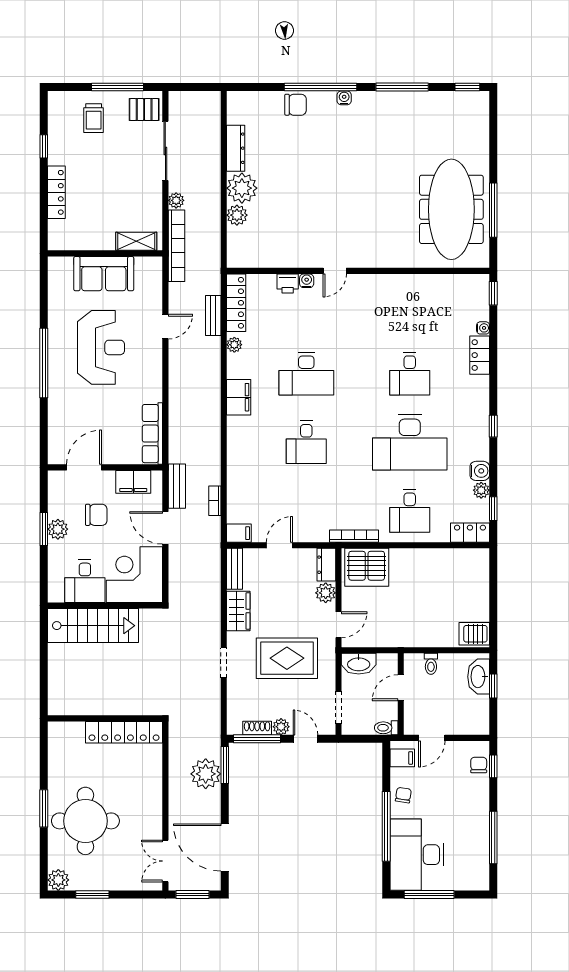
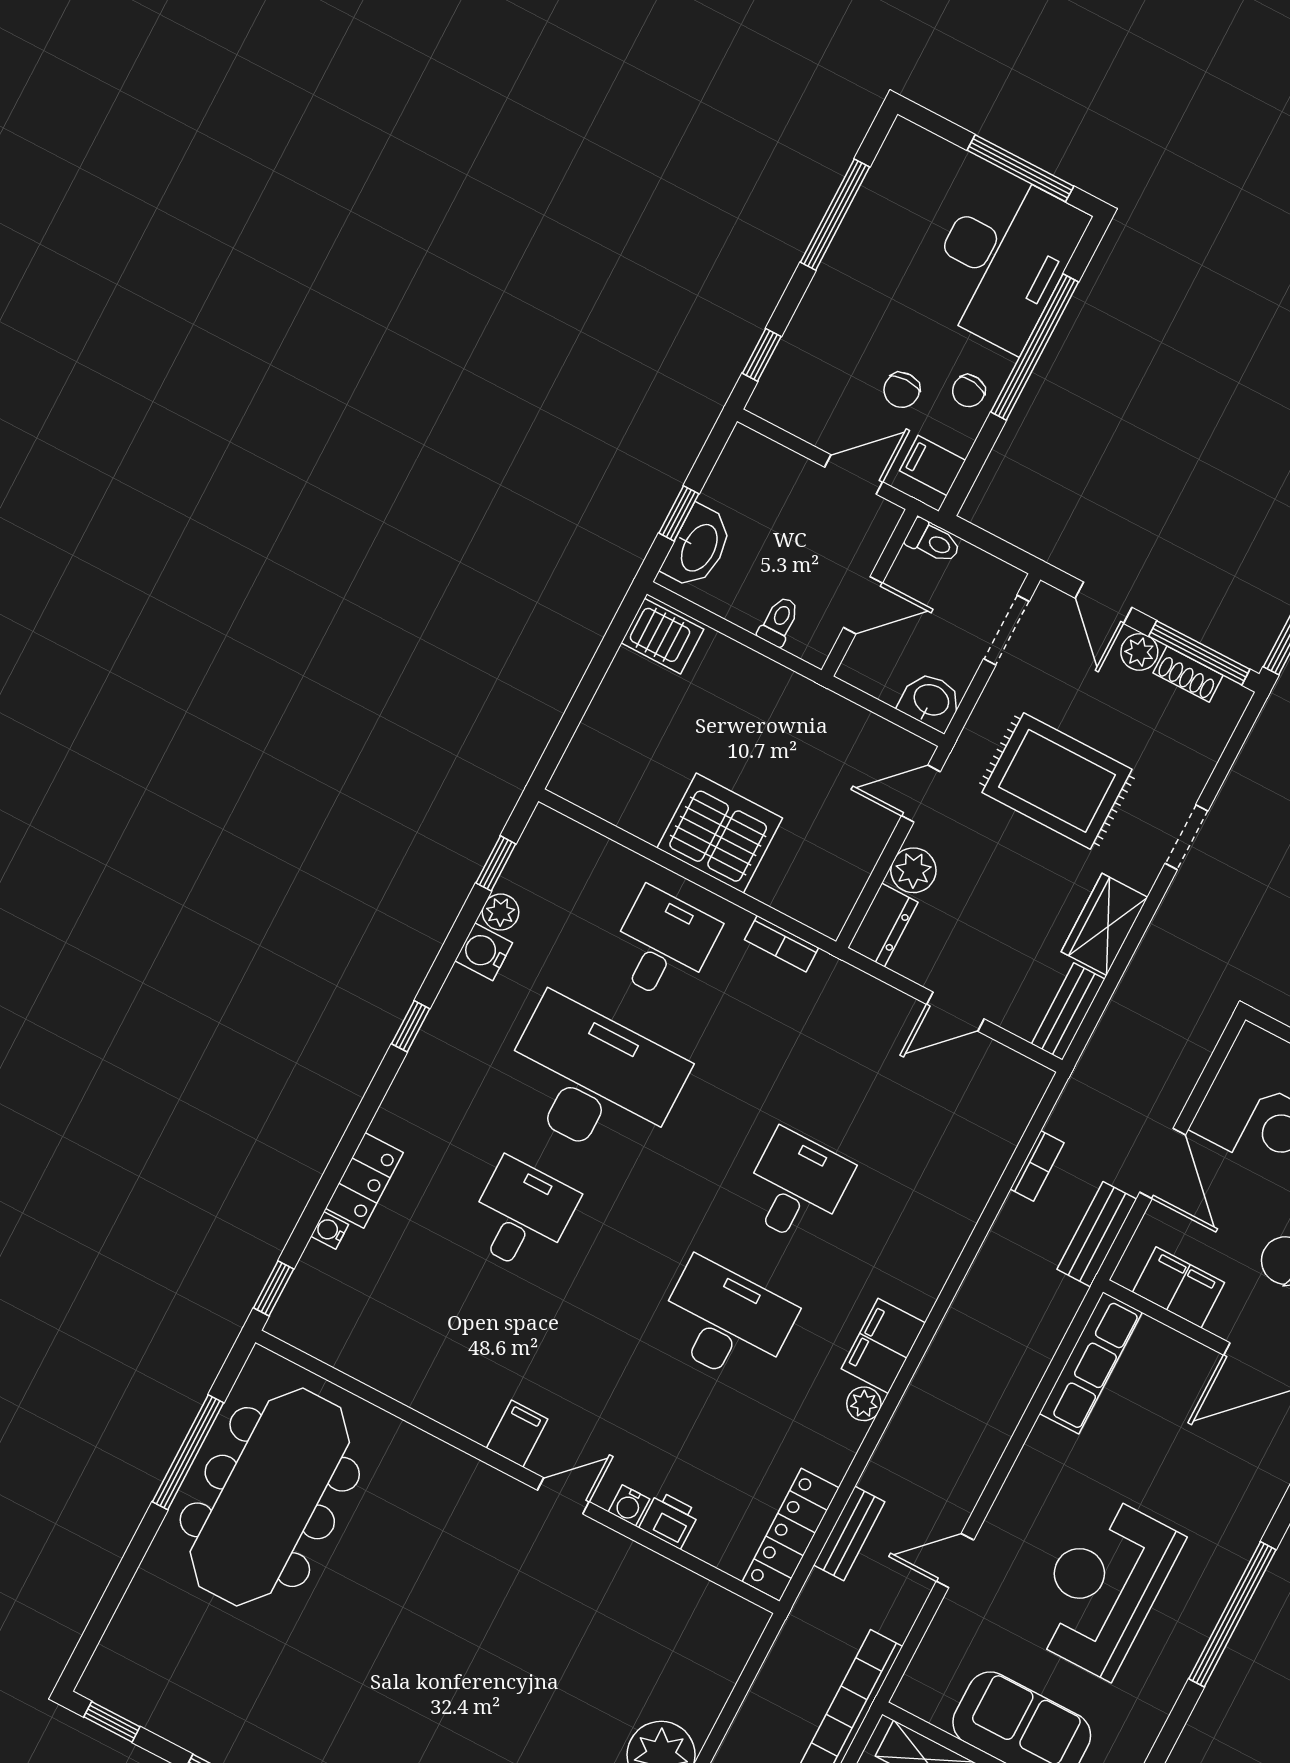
plant: (237, 215) -> (699, 1707), removed
plant: (234, 345) -> (864, 1404), moved
filing cabinet: (239, 533) -> (517, 1434), moved, turned 90
locker: (470, 533) -> (566, 840), removed
bookcase: (354, 536) -> (782, 944), width x0.64
server rack: (367, 567) -> (720, 833), moved
washbasin: (359, 664) -> (931, 701), width x0.72
chair: (479, 765) -> (902, 390), moved

